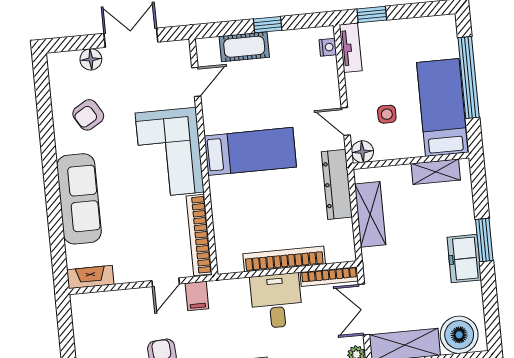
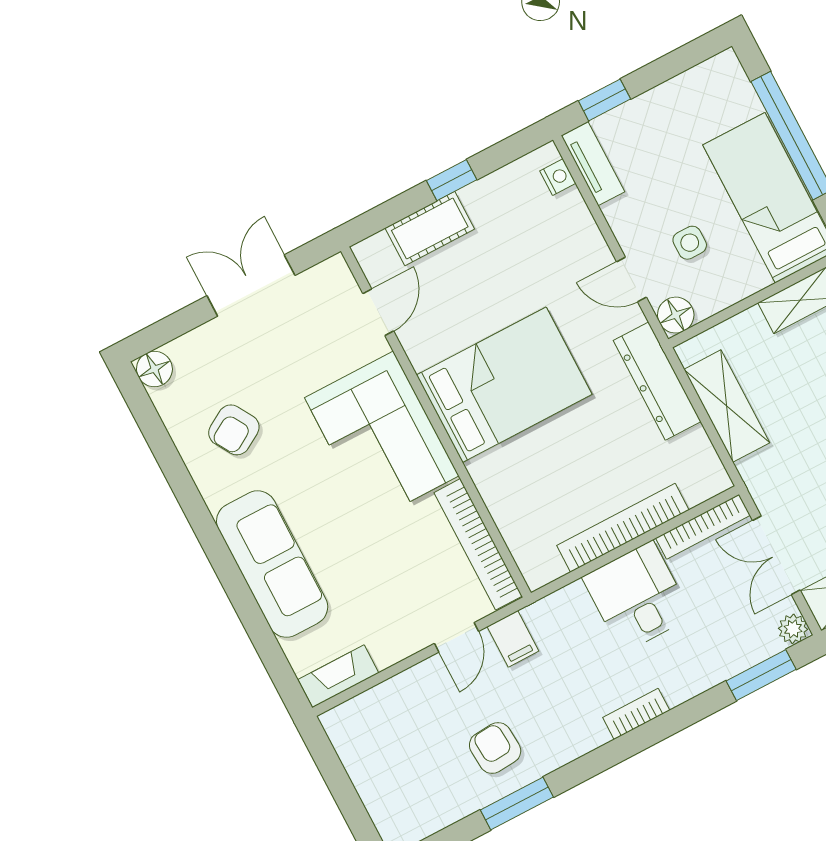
floor lamp: (91, 59) -> (154, 369), moved
bed: (250, 151) -> (504, 385), width x1.50

